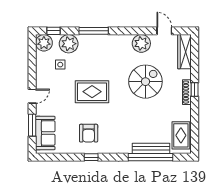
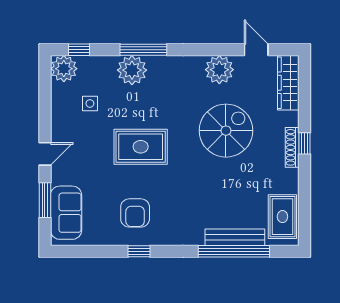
plant: (69, 44) -> (132, 70), moved

